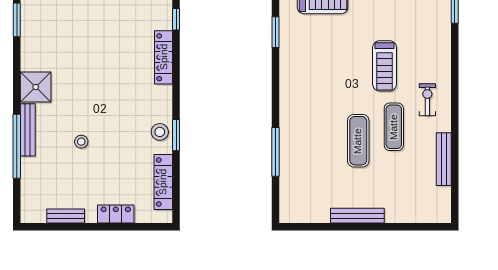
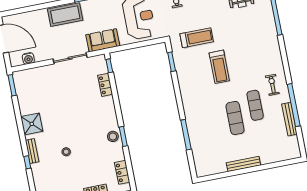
locker: (164, 57) -> (105, 85), width x0.66
treadmill: (385, 66) -> (219, 67), moved
bench: (28, 130) -> (32, 151), width x0.73
window: (455, 138) -> (294, 105), added
window: (17, 146) -> (27, 162), width x0.32
locker: (163, 182) -> (122, 172), width x0.66

